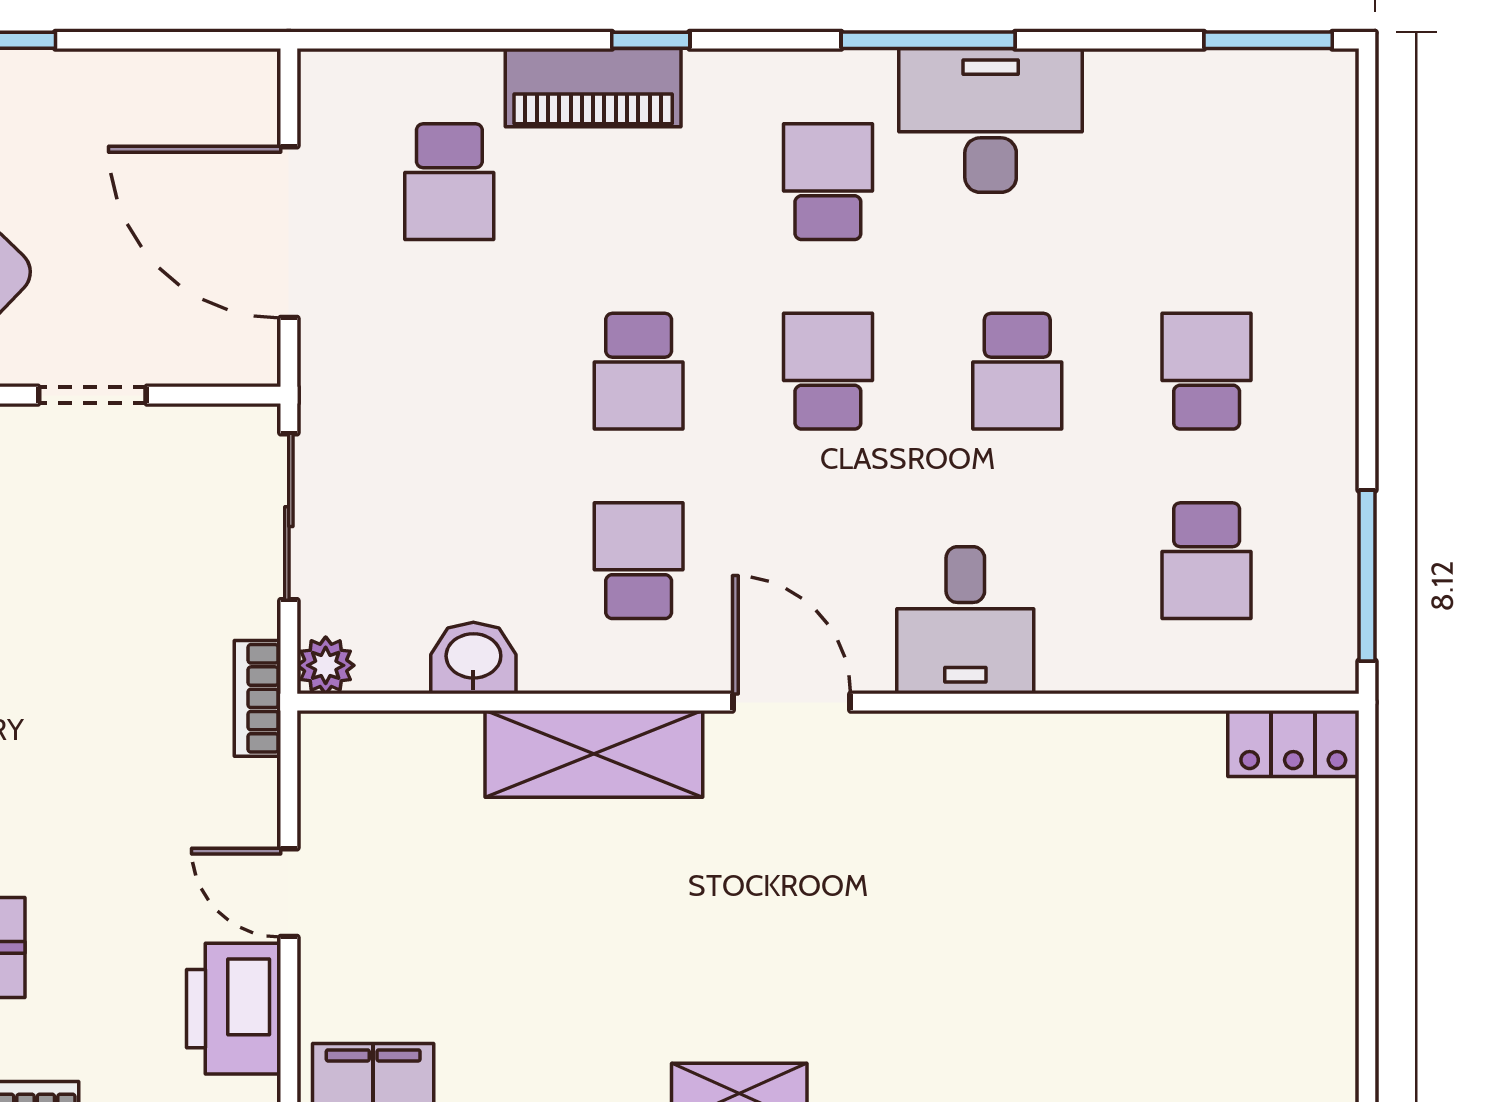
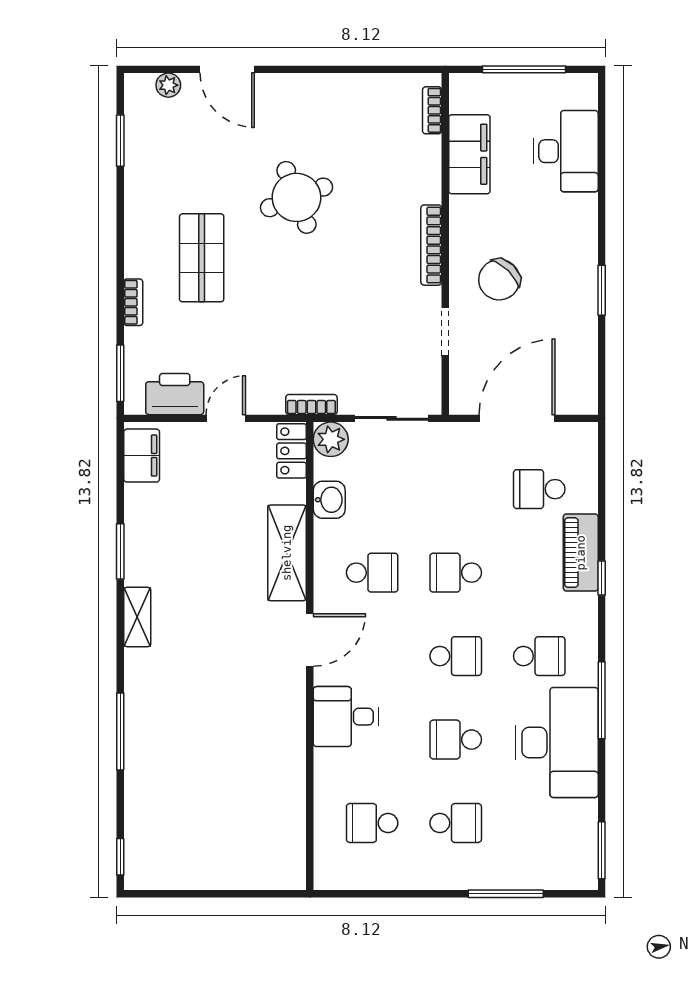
desk: (991, 120) -> (557, 742), width x1.36, depth x1.30
window: (1367, 576) -> (506, 894), moved
plant: (326, 665) -> (331, 439), width x1.38, depth x1.38
locker: (1293, 743) -> (292, 451), moved

